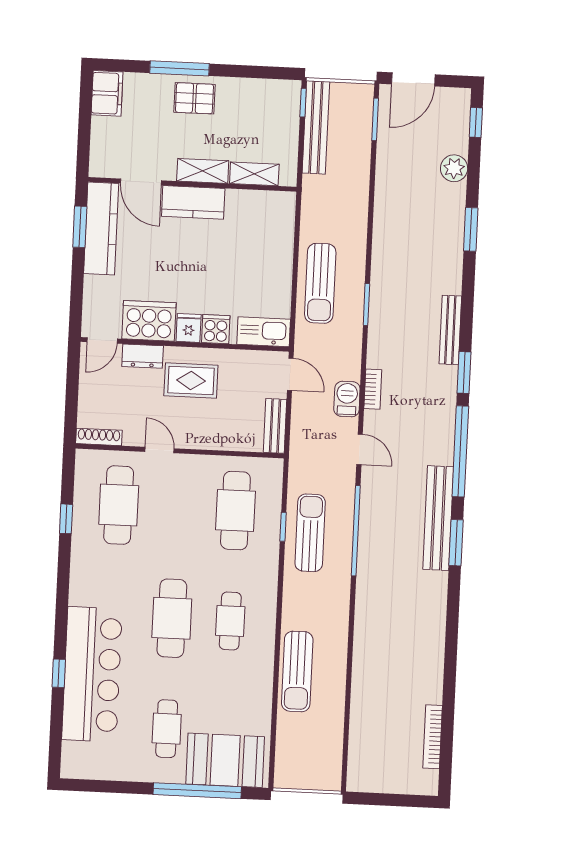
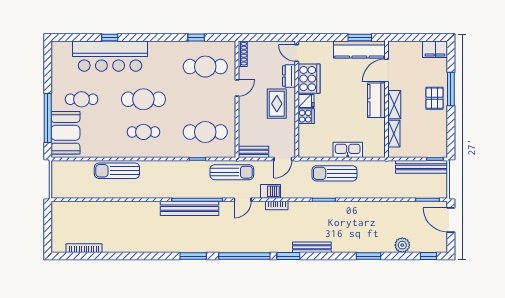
kitchen sink: (264, 332) -> (348, 150), moved, turned -90
bench: (438, 518) -> (189, 208), moved
sun lounger: (310, 533) -> (232, 172), moved

